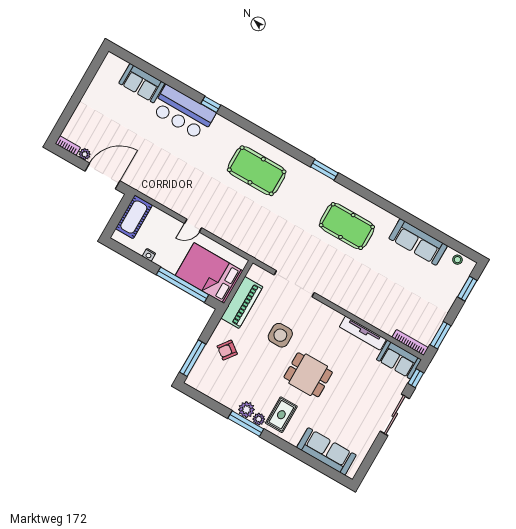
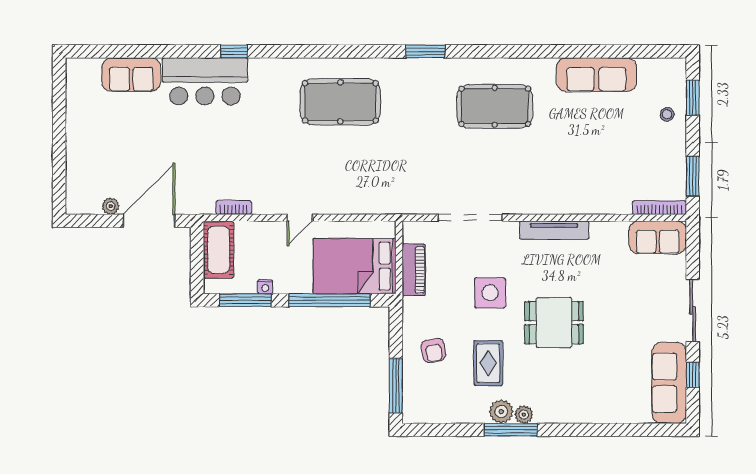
bookcase: (68, 146) -> (234, 208), moved
window: (133, 256) -> (245, 300), added
stool: (457, 260) -> (667, 114), moved
piano: (242, 302) -> (414, 270), width x0.73, depth x0.75
tv unit: (363, 333) -> (554, 230), moved
armchair: (227, 350) -> (434, 350), turned -47
window: (416, 378) -> (693, 375), moved
rug: (281, 415) -> (488, 363), moved
sofa: (326, 451) -> (669, 383), moved, turned -90

